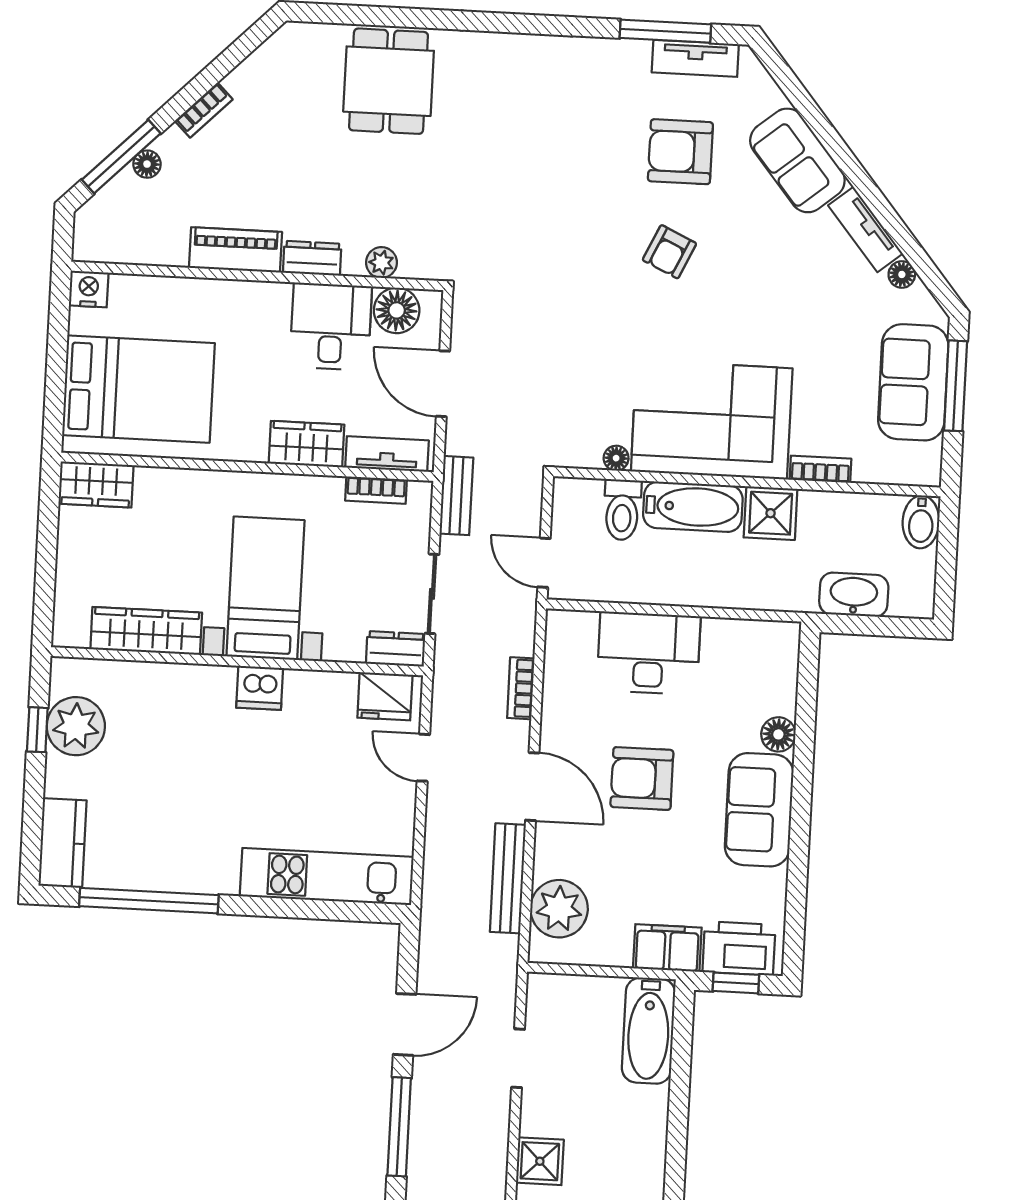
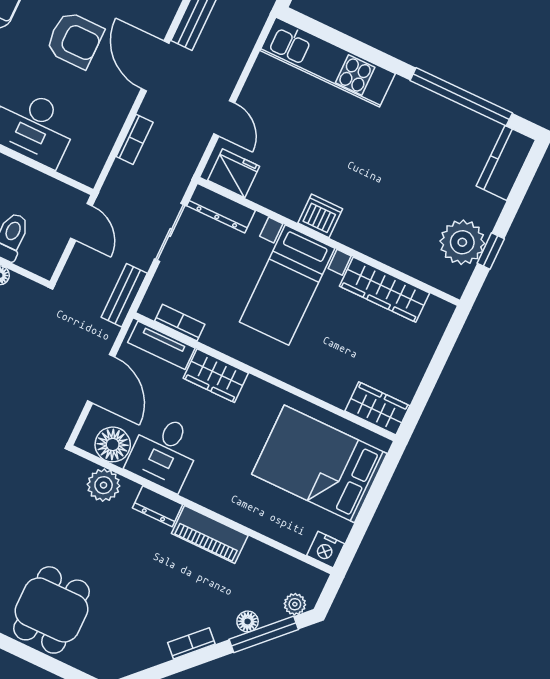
plant: (99, 208) -> (295, 604), added
plant: (381, 263) -> (104, 485), width x1.38, depth x1.38
dresser: (396, 649) -> (221, 208), width x1.44

